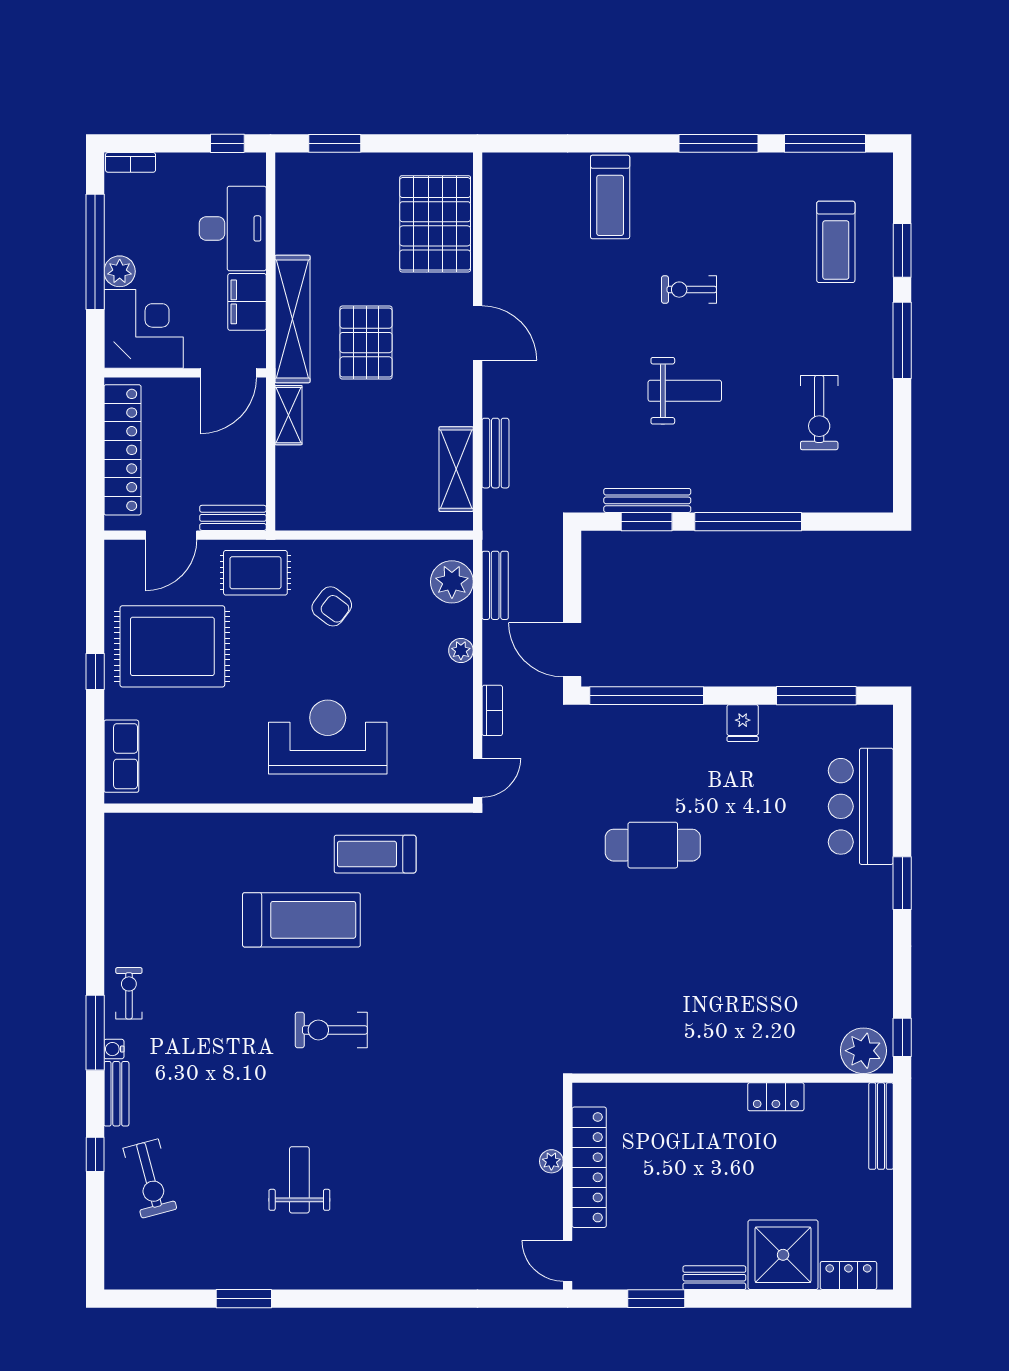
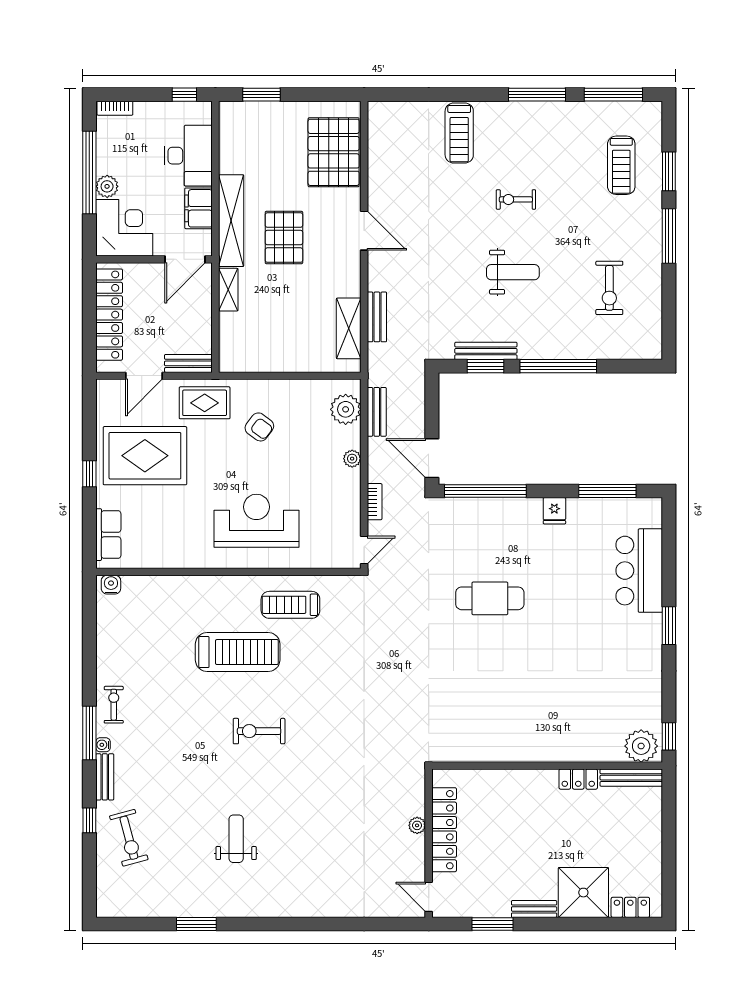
water cooler: (125, 826) -> (111, 585), added
bench: (881, 1126) -> (631, 778), moved, turned 90

